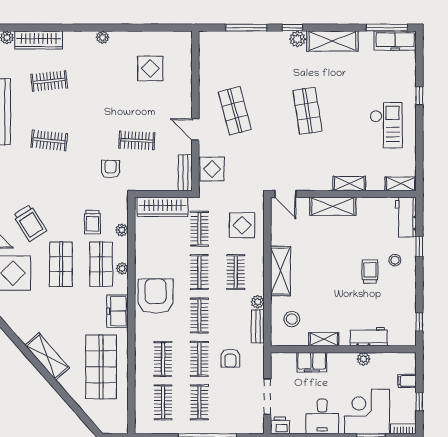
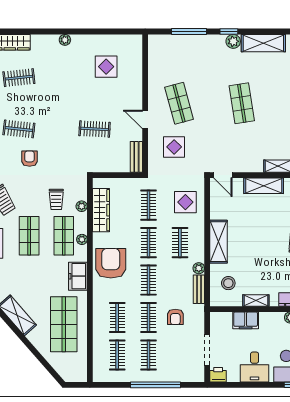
armchair: (111, 169) -> (30, 159), moved
display table: (212, 169) -> (174, 147), moved
wardrobe: (163, 207) -> (101, 210), moved, turned -90

